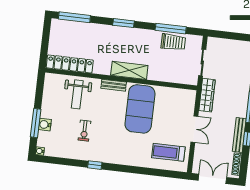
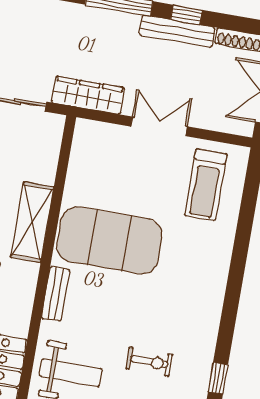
shelving: (129, 70) -> (32, 222), moved
window: (95, 165) -> (218, 378), moved

